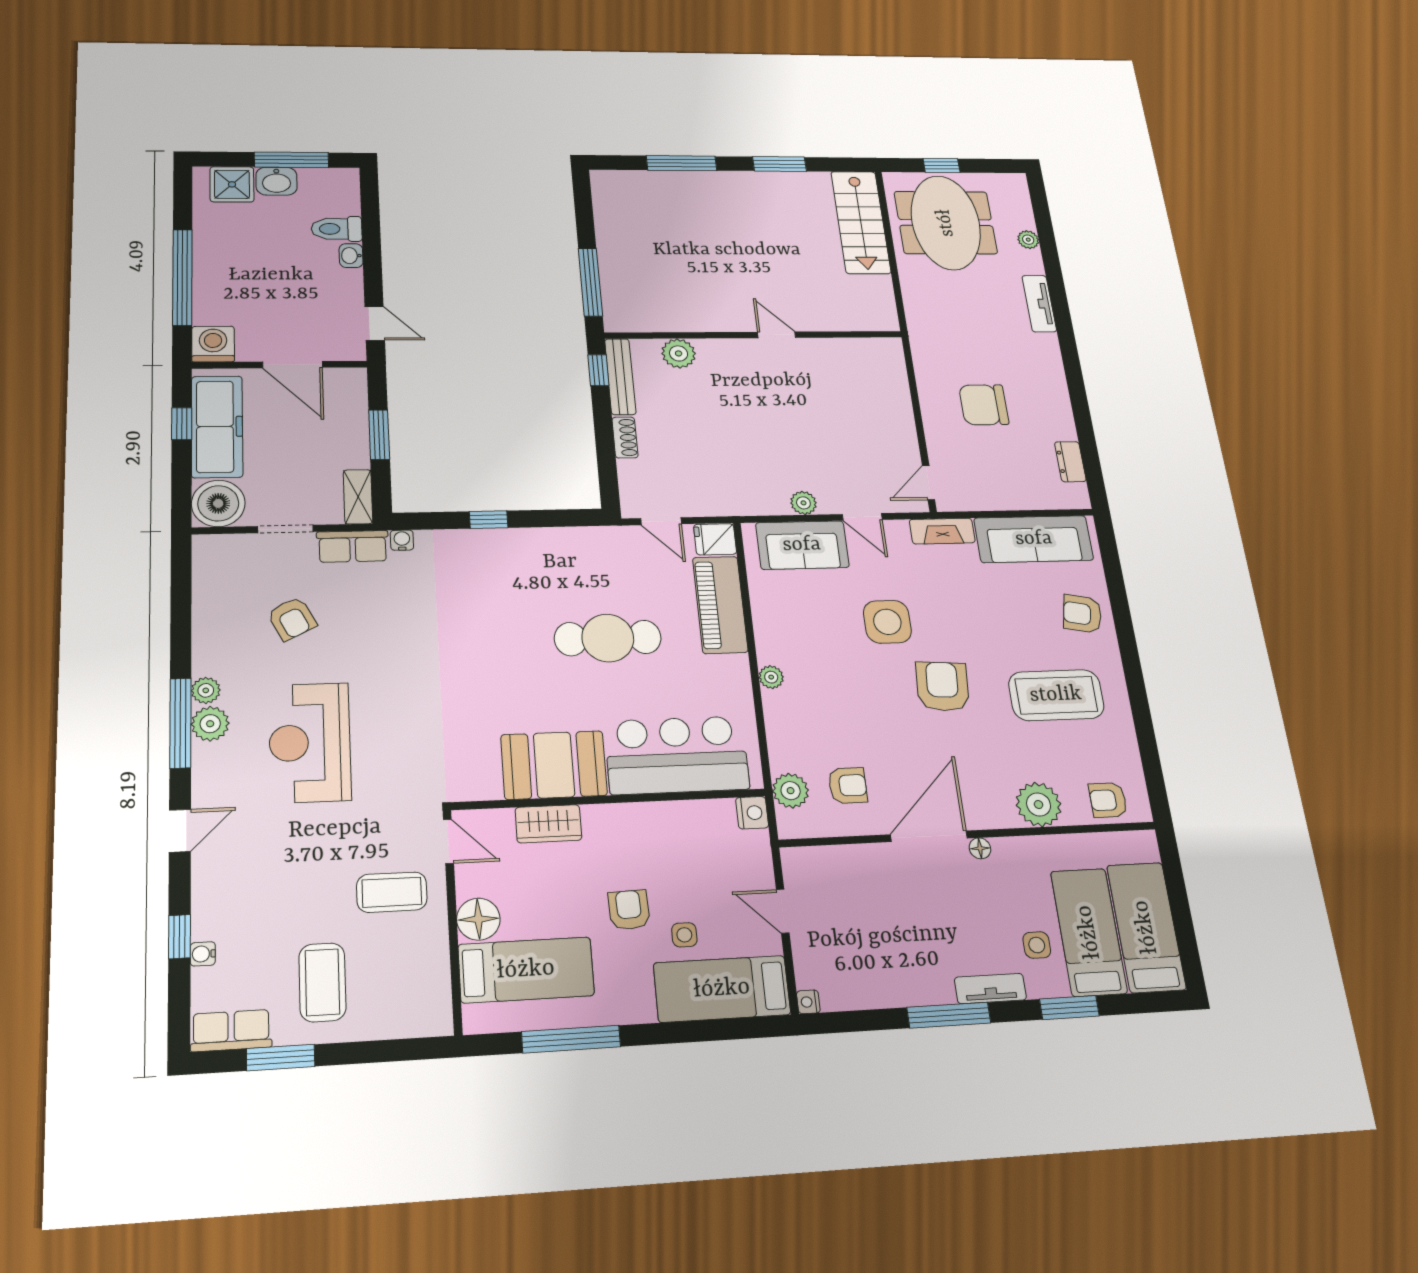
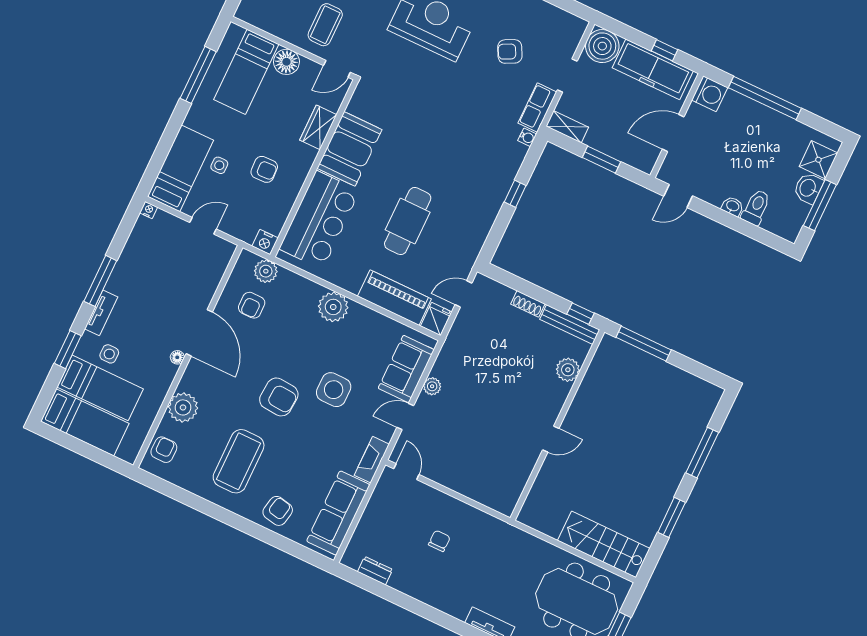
chair: (984, 405) -> (439, 541), width x0.54, depth x0.54
plant: (771, 677) -> (333, 307), width x1.88, depth x1.88
armchair: (629, 910) -> (264, 169), moved

